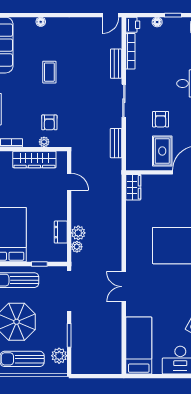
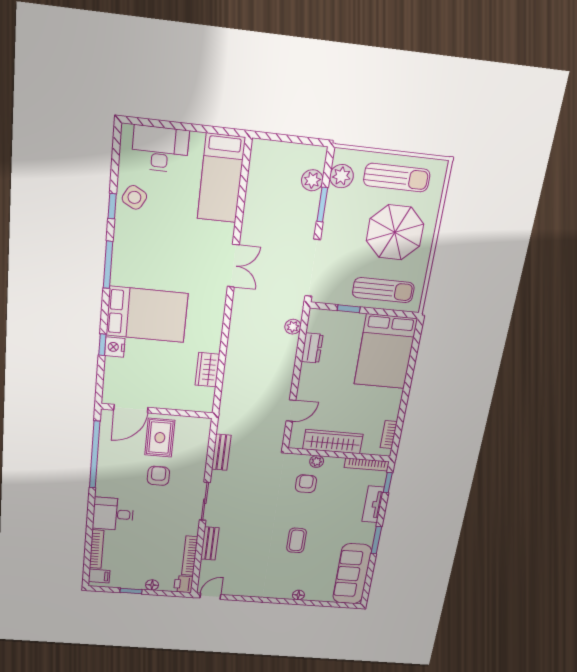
door: (69, 182) -> (291, 411), swing flipped
wardrobe: (133, 187) -> (207, 370), moved
plant: (78, 233) -> (312, 180), moved

